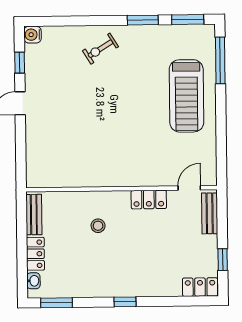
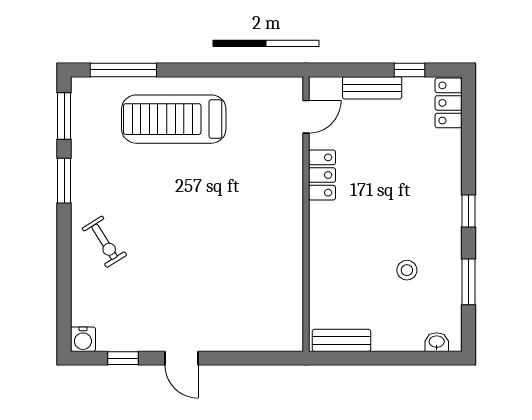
treadmill: (186, 96) -> (174, 119), turned 180
door: (189, 188) -> (306, 117), swing flipped
bench: (210, 213) -> (372, 88), moved
stool: (98, 226) -> (407, 270), moved
locker: (35, 254) -> (398, 339), removed
window: (57, 303) -> (468, 282), moved

